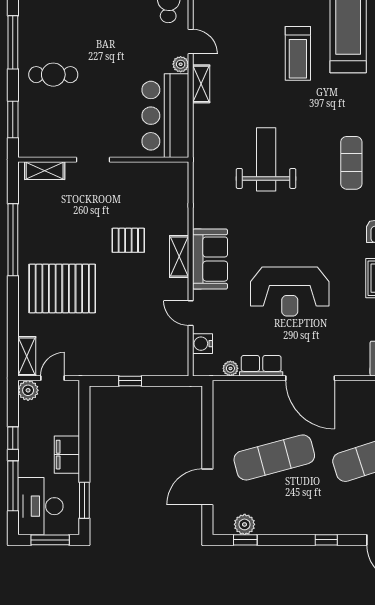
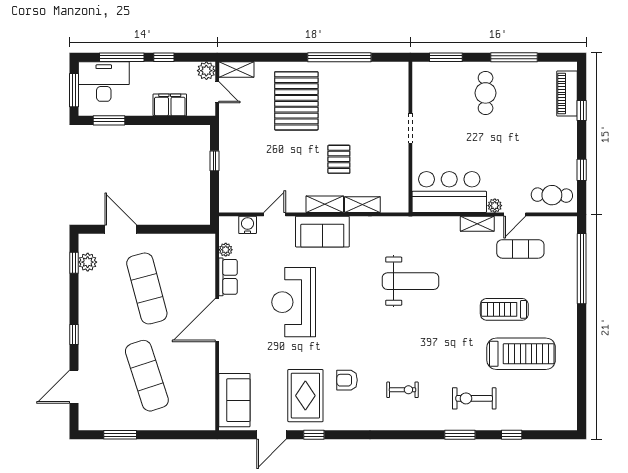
exercise mat: (351, 163) -> (520, 249), moved
shelving: (45, 171) -> (362, 205), moved, turned 90
filing cabinet: (67, 455) -> (170, 105), moved

